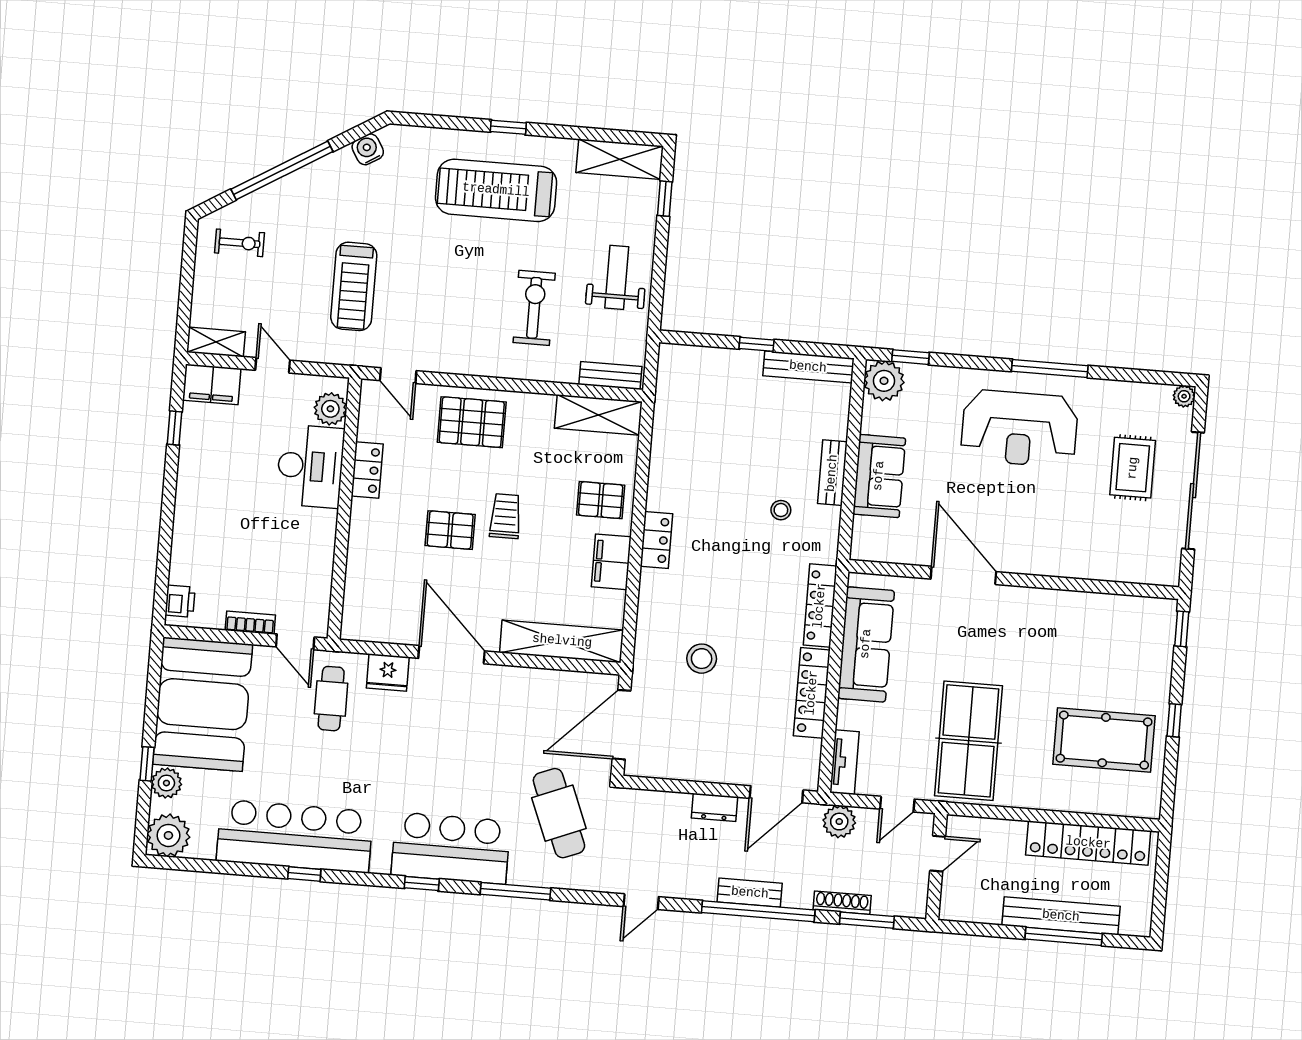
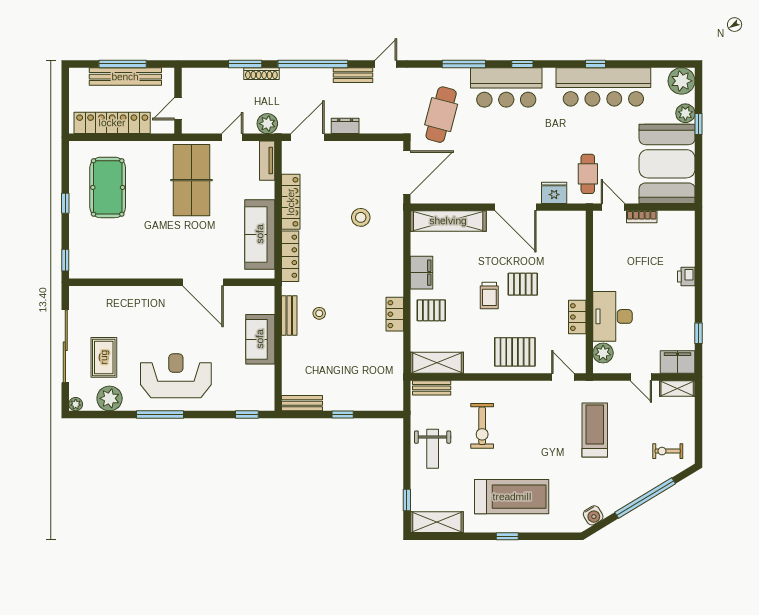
bench: (808, 367) -> (302, 403), width x0.73
plant: (884, 381) -> (110, 398), moved
bench: (832, 473) -> (289, 315), moved
locker: (656, 540) -> (395, 314), moved
printer: (180, 601) -> (686, 276), moved
pool table: (1104, 740) -> (108, 187), turned 90
cafe table: (559, 813) -> (441, 115), turned 37
door: (938, 854) -> (178, 109), moved
wall: (937, 867) -> (178, 101), moved
bench: (750, 893) -> (353, 75), moved

